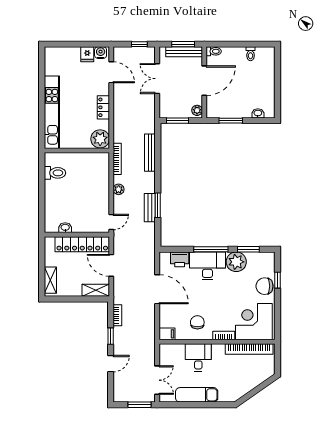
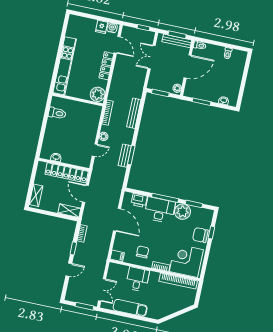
locker: (103, 107) -> (106, 66), width x1.53
door: (111, 222) -> (95, 150), moved

